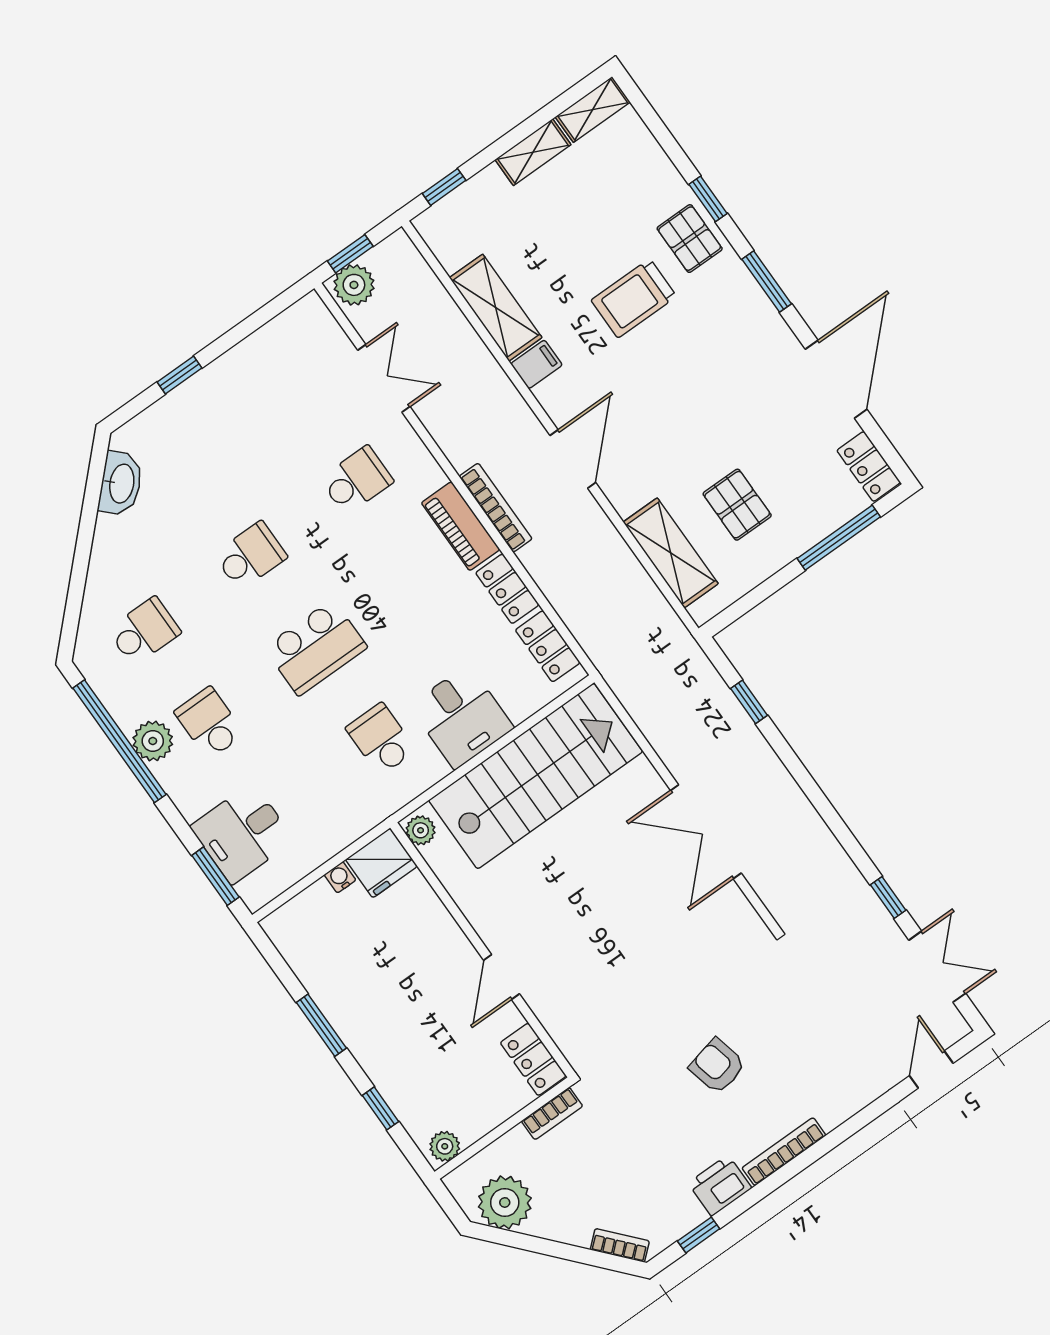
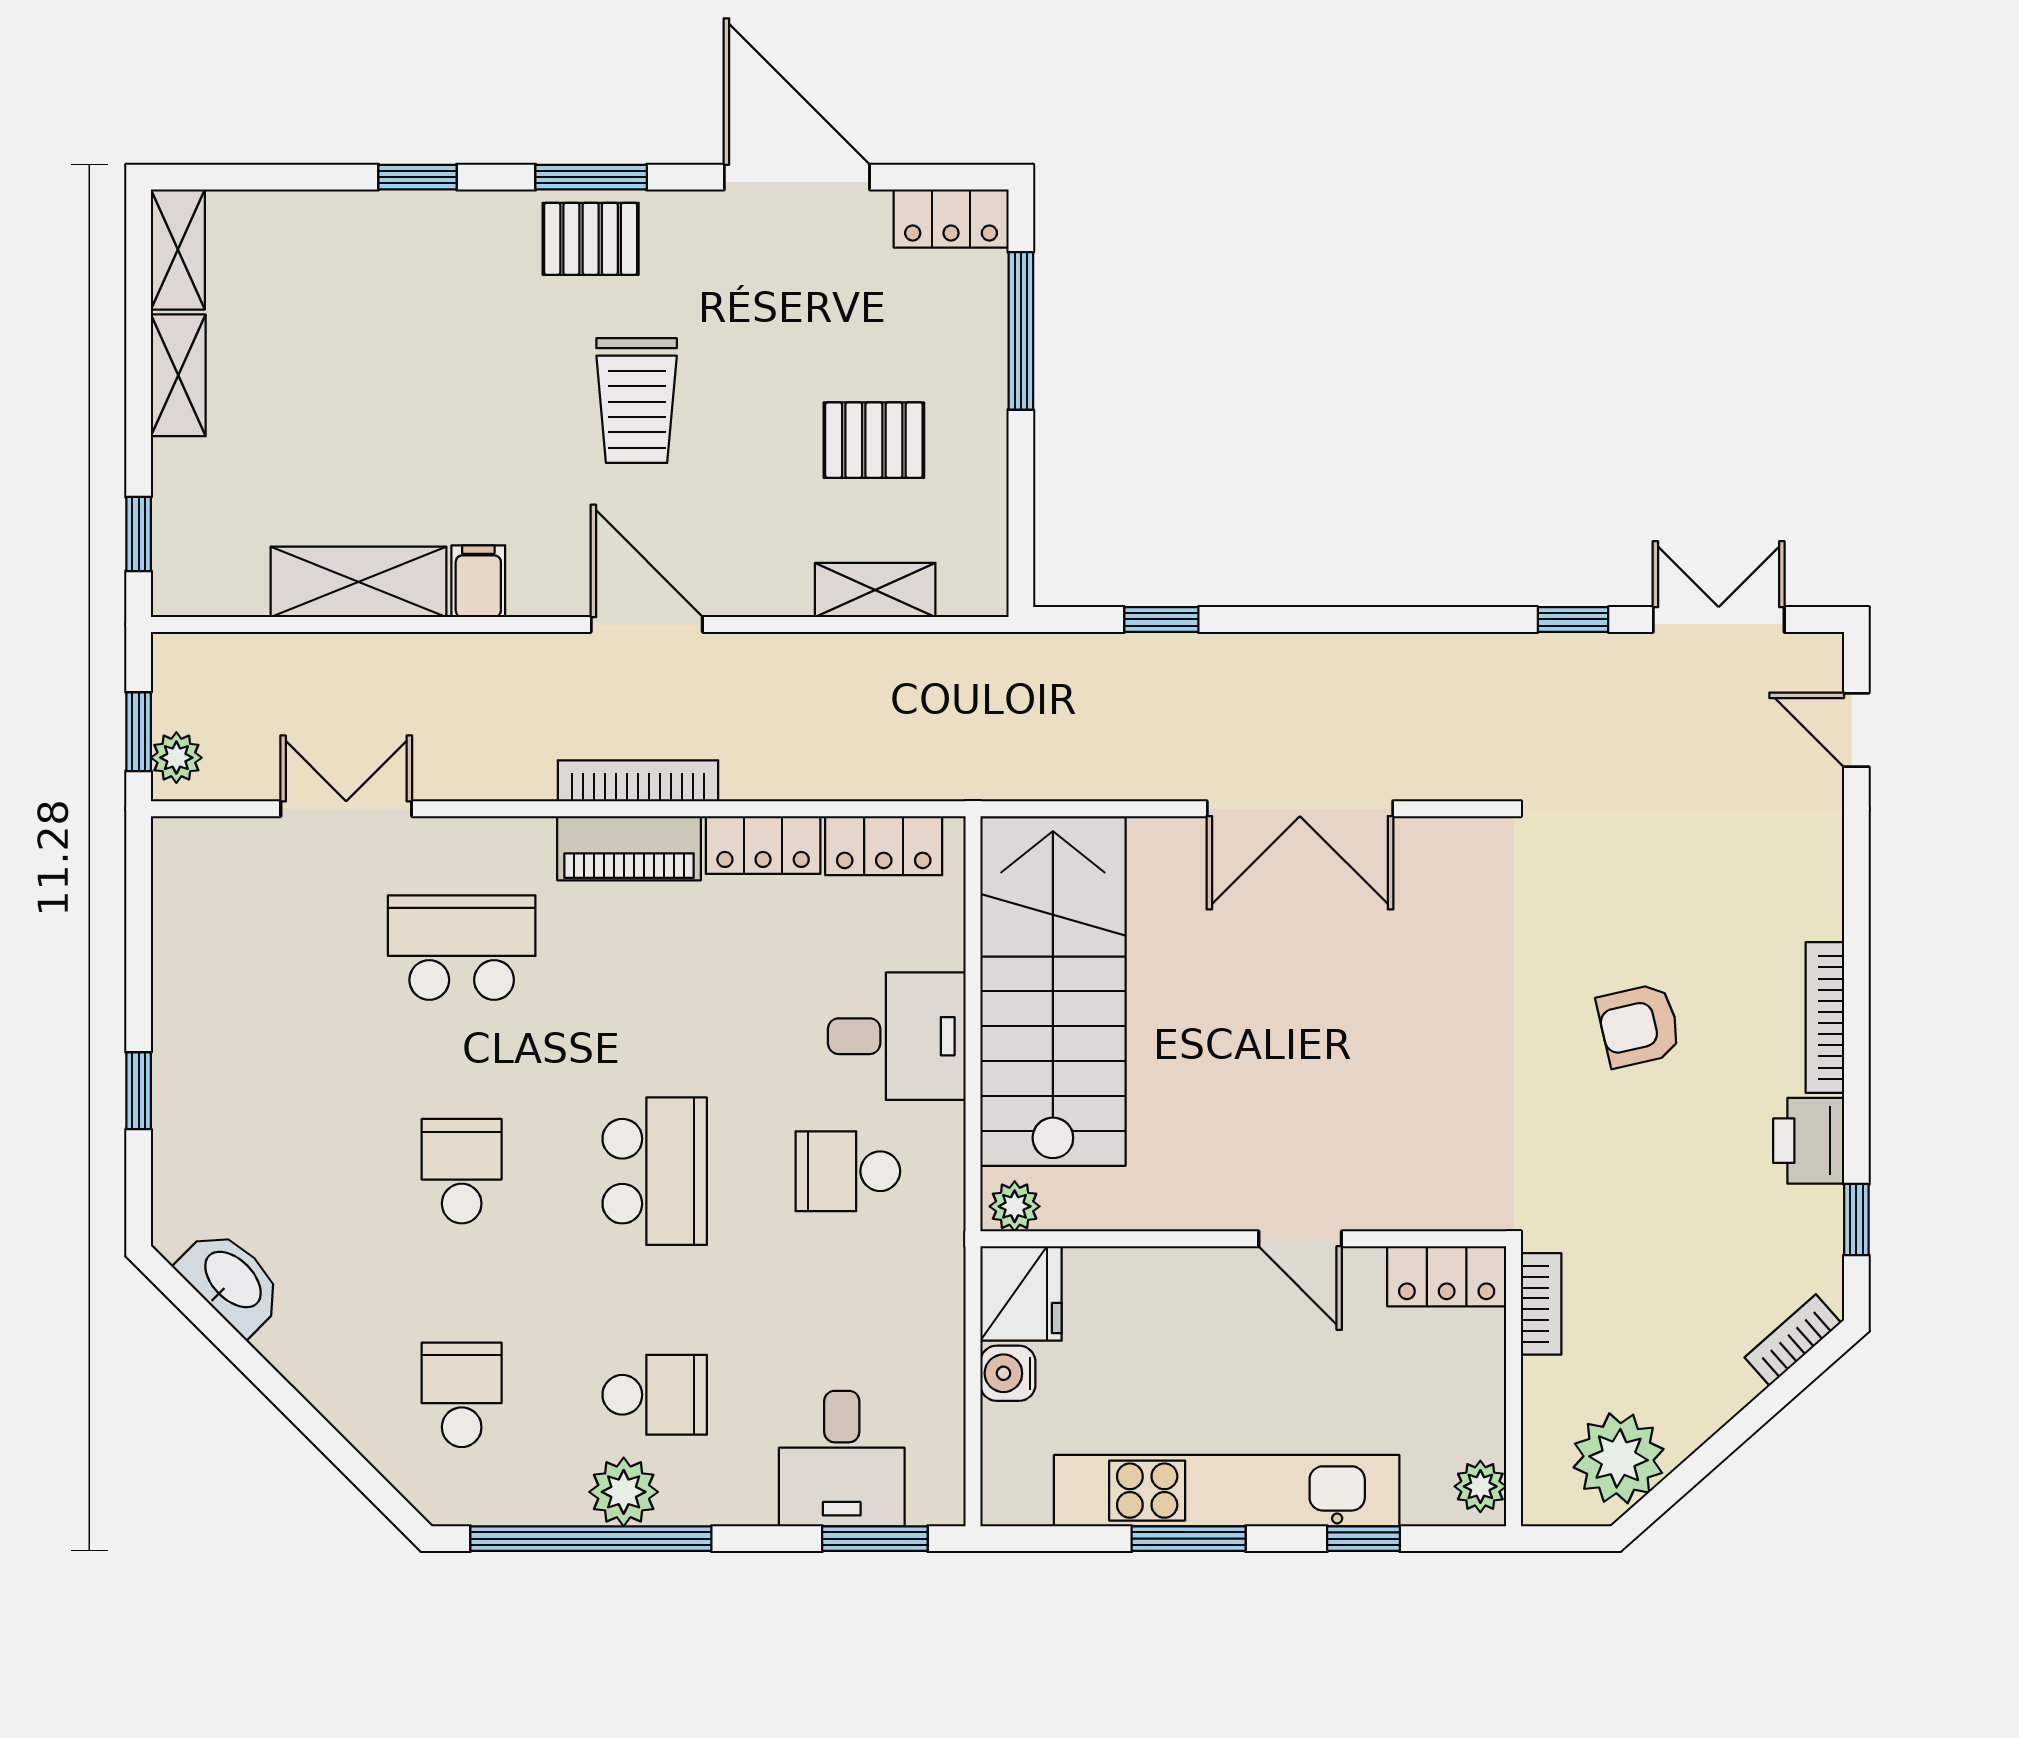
pallet: (690, 239) -> (591, 239), moved
plant: (354, 285) -> (176, 758), width x0.73, depth x0.73
trolley: (634, 298) -> (637, 401), moved
school desk: (357, 480) -> (462, 948), width x1.85
shelving: (671, 553) -> (875, 590), width x0.67, depth x0.75
school desk: (209, 723) -> (655, 1395), turned 180
water cooler: (340, 877) -> (1008, 1373), width x1.38, depth x1.38
kitchen unit: (357, 1027) -> (1227, 1491), added

